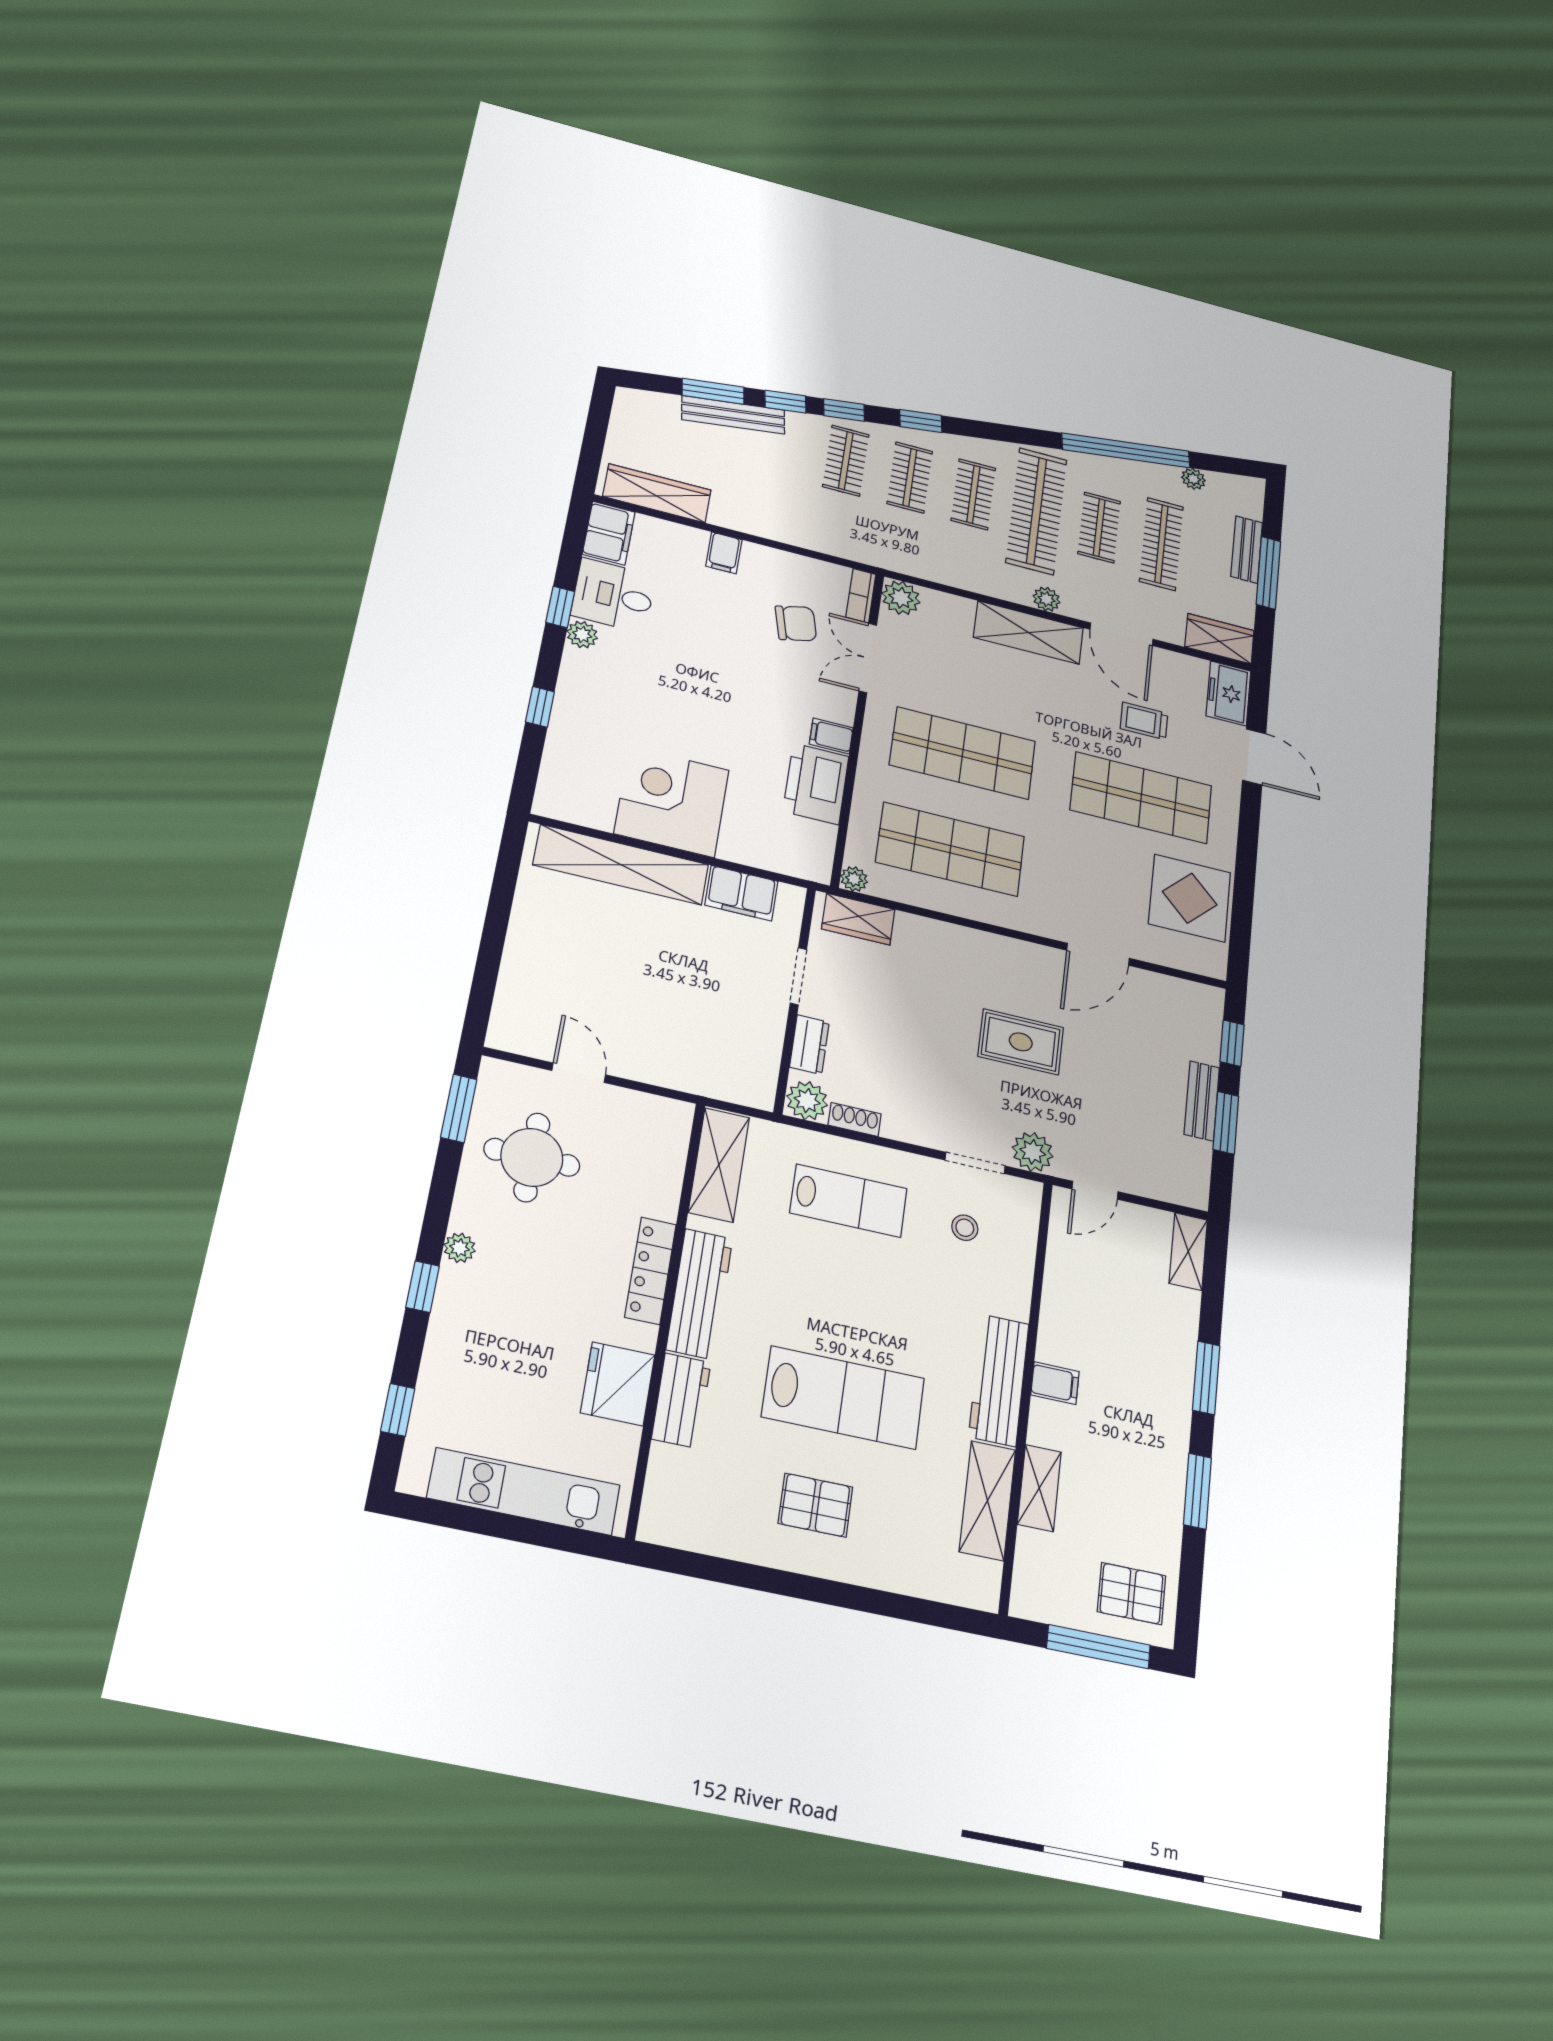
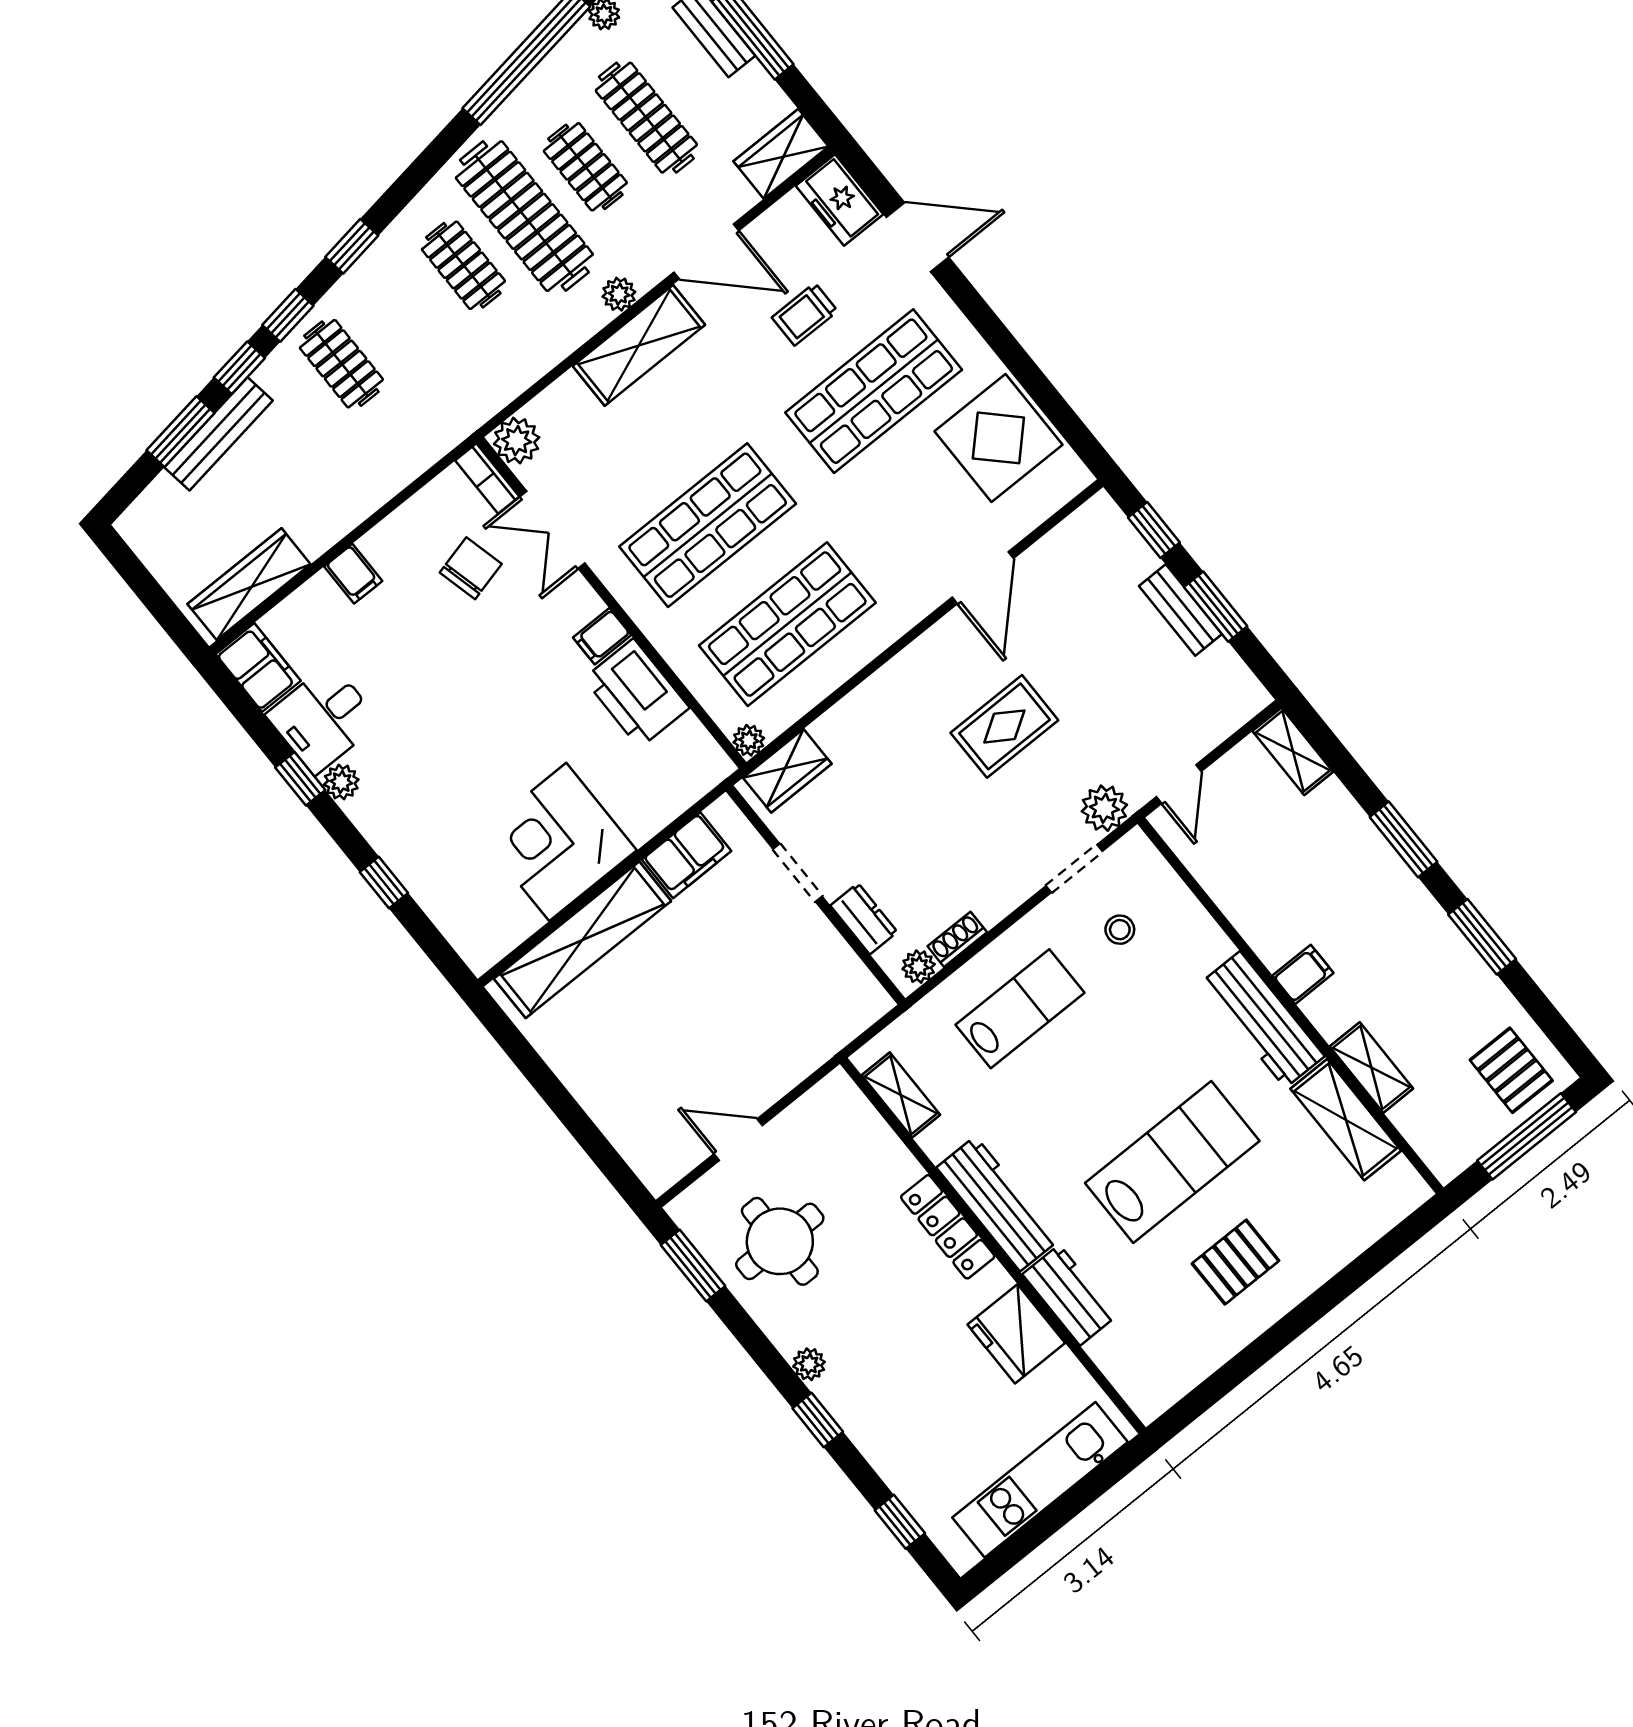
clothes rail: (910, 477) -> (402, 314), removed
plant: (807, 1101) -> (919, 967), width x0.73, depth x0.73
shelving: (719, 1165) -> (901, 1095), width x0.67, depth x0.75
pallet: (1132, 1594) -> (1511, 1070), turned 90

